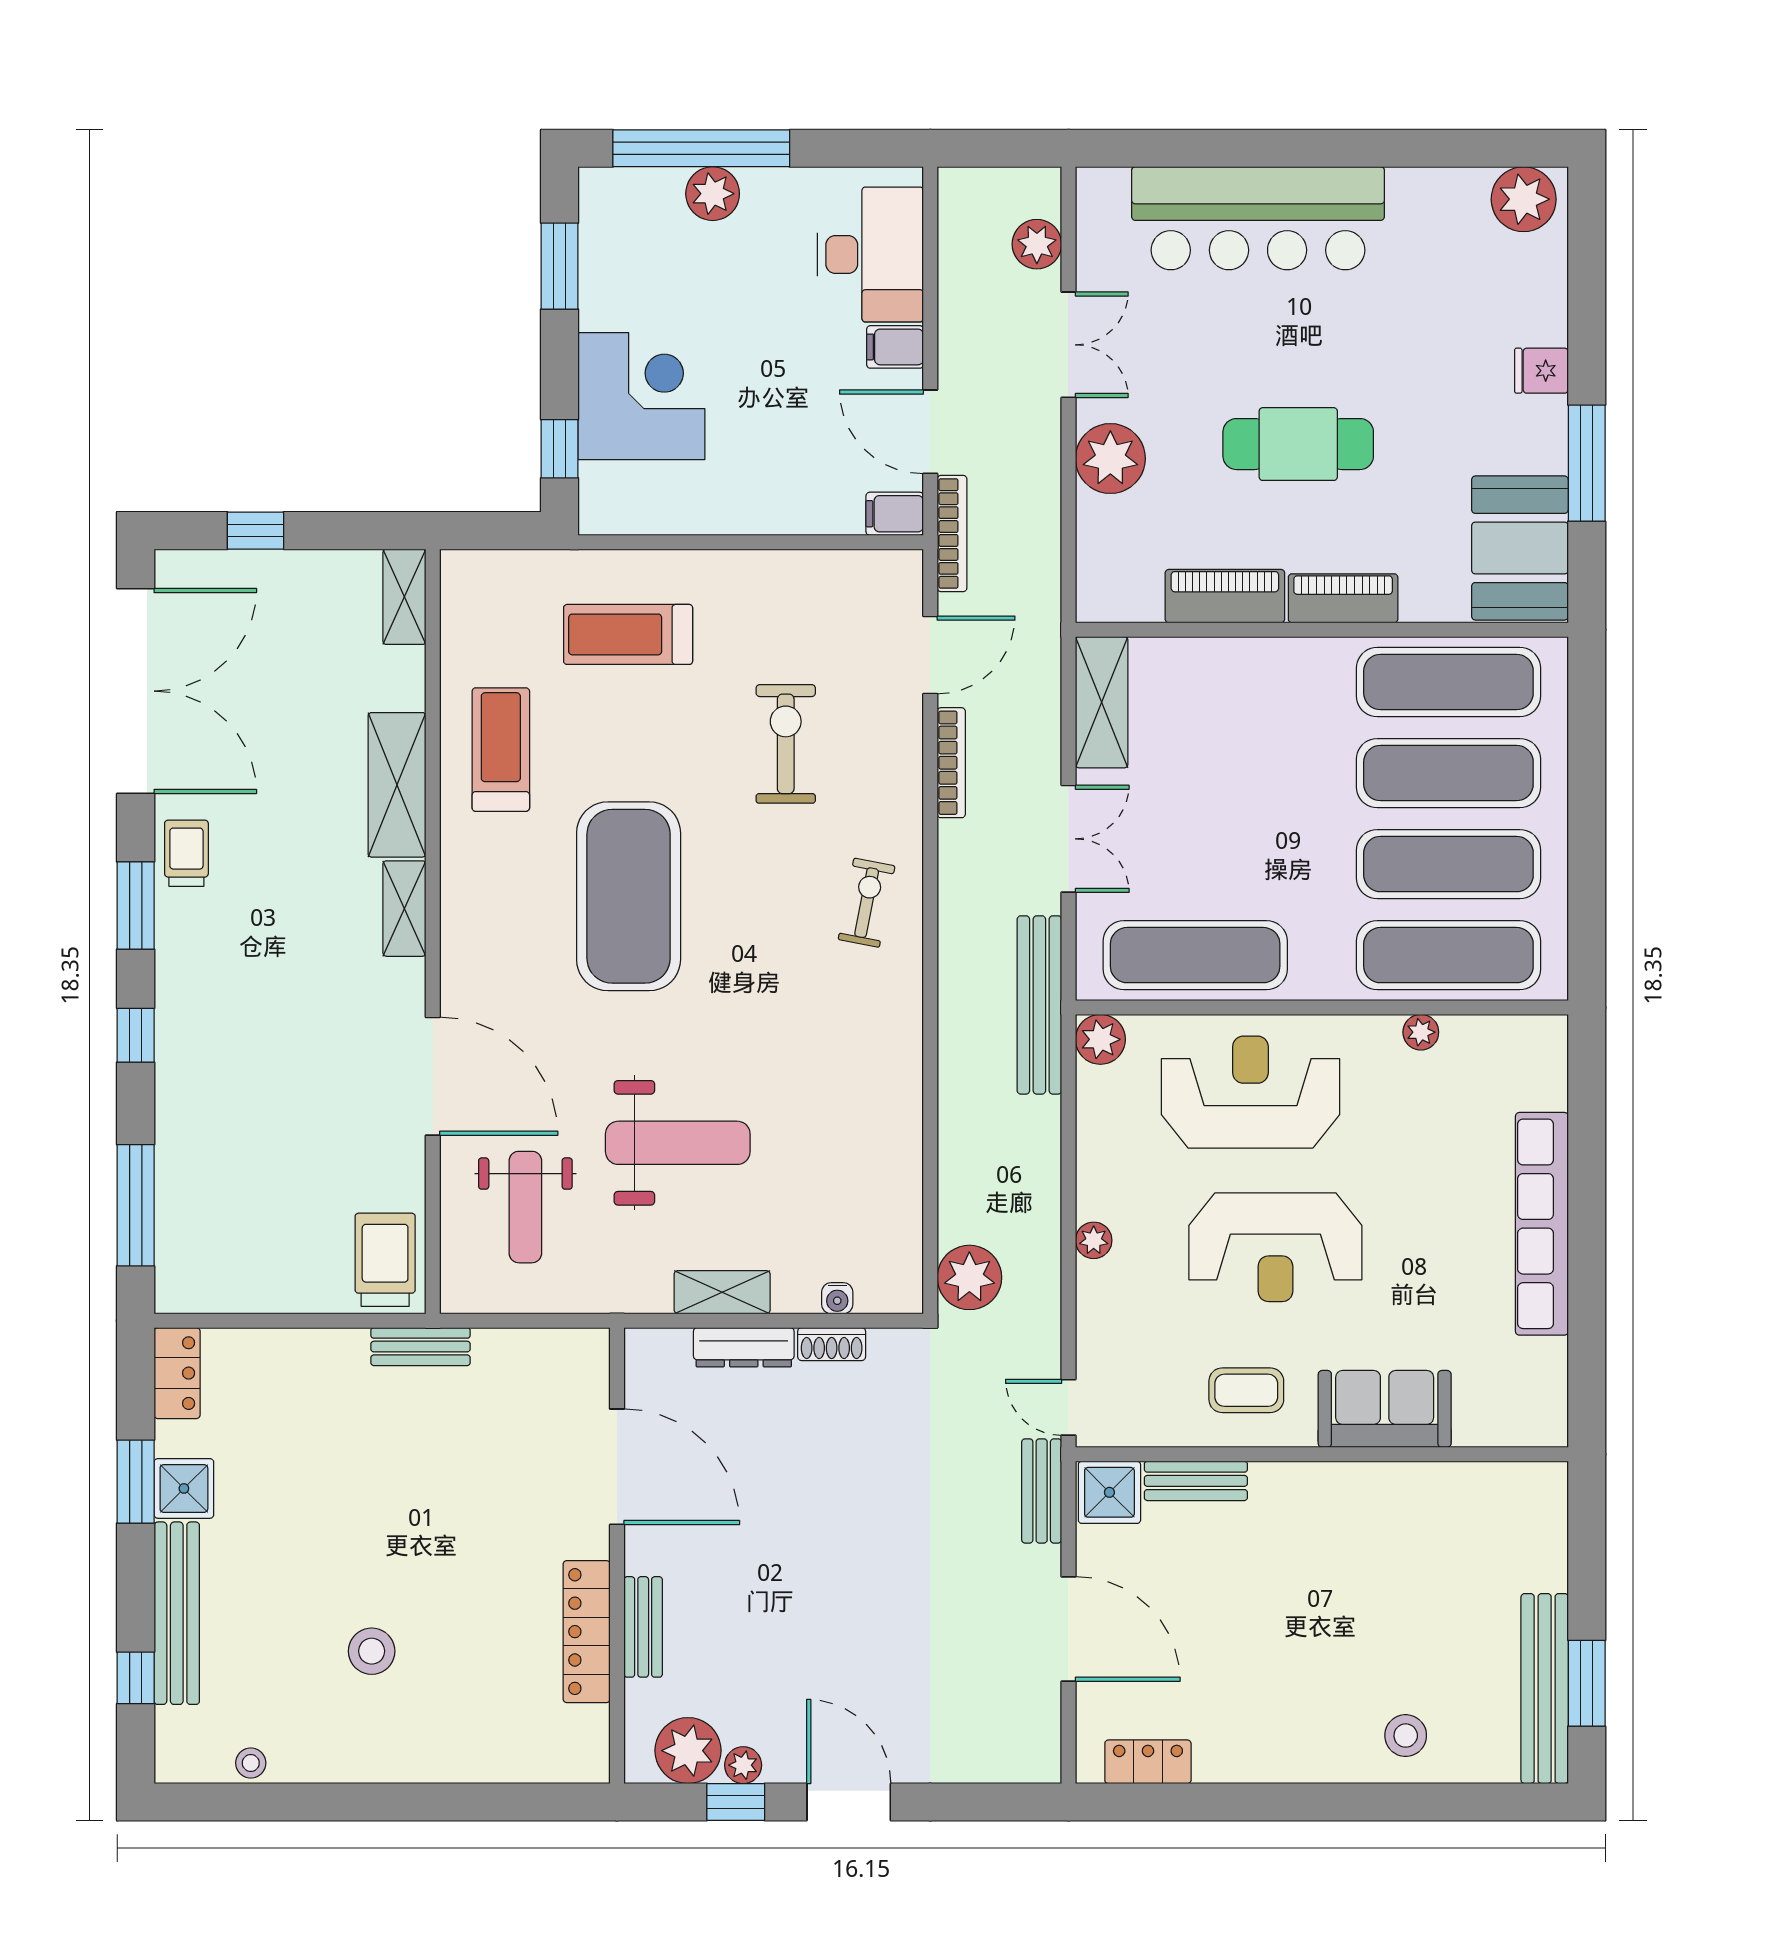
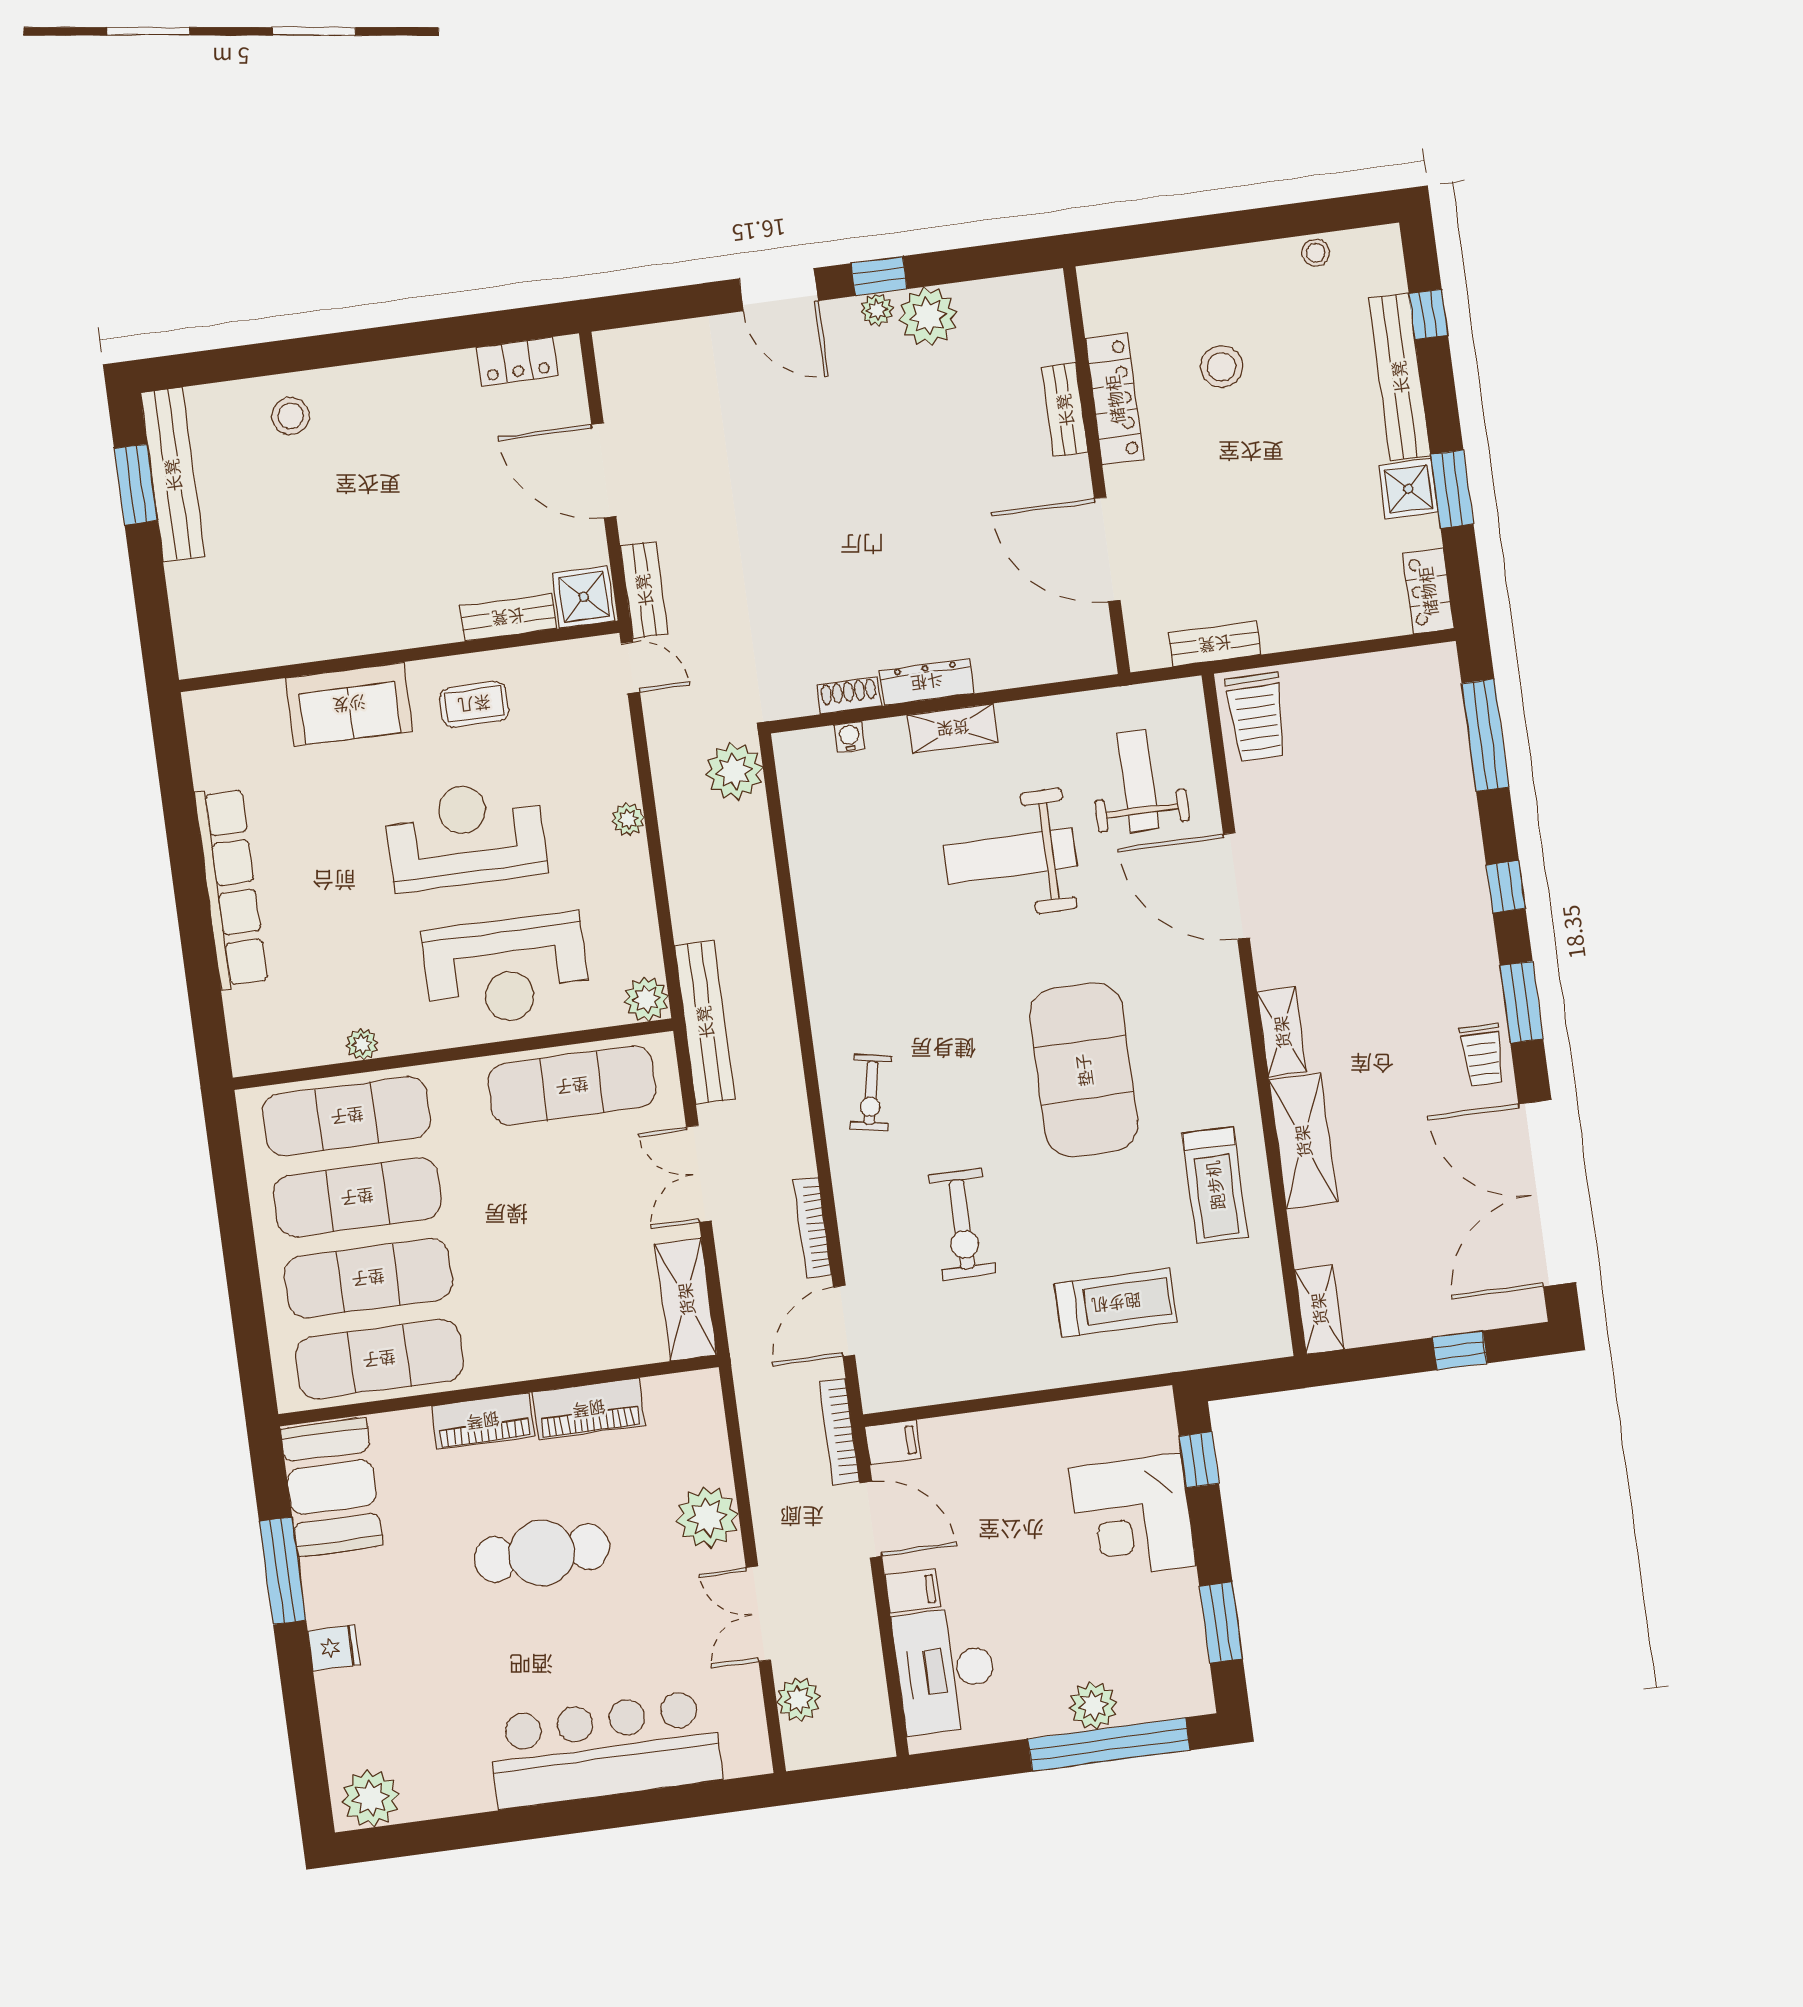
door: (617, 1467) -> (1107, 549), moved
wall: (617, 1556) -> (1097, 470), moved
bench: (643, 1627) -> (1065, 410), moved
locker: (587, 1632) -> (1115, 399), moved

